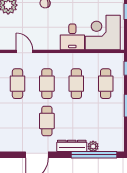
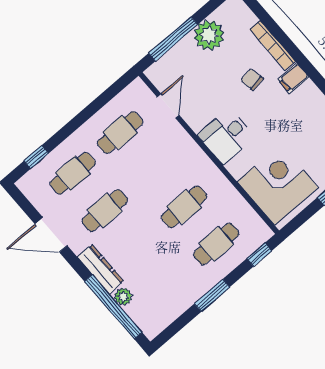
desk: (72, 37) -> (226, 136), moved
cafe table: (47, 84) -> (73, 173), moved

